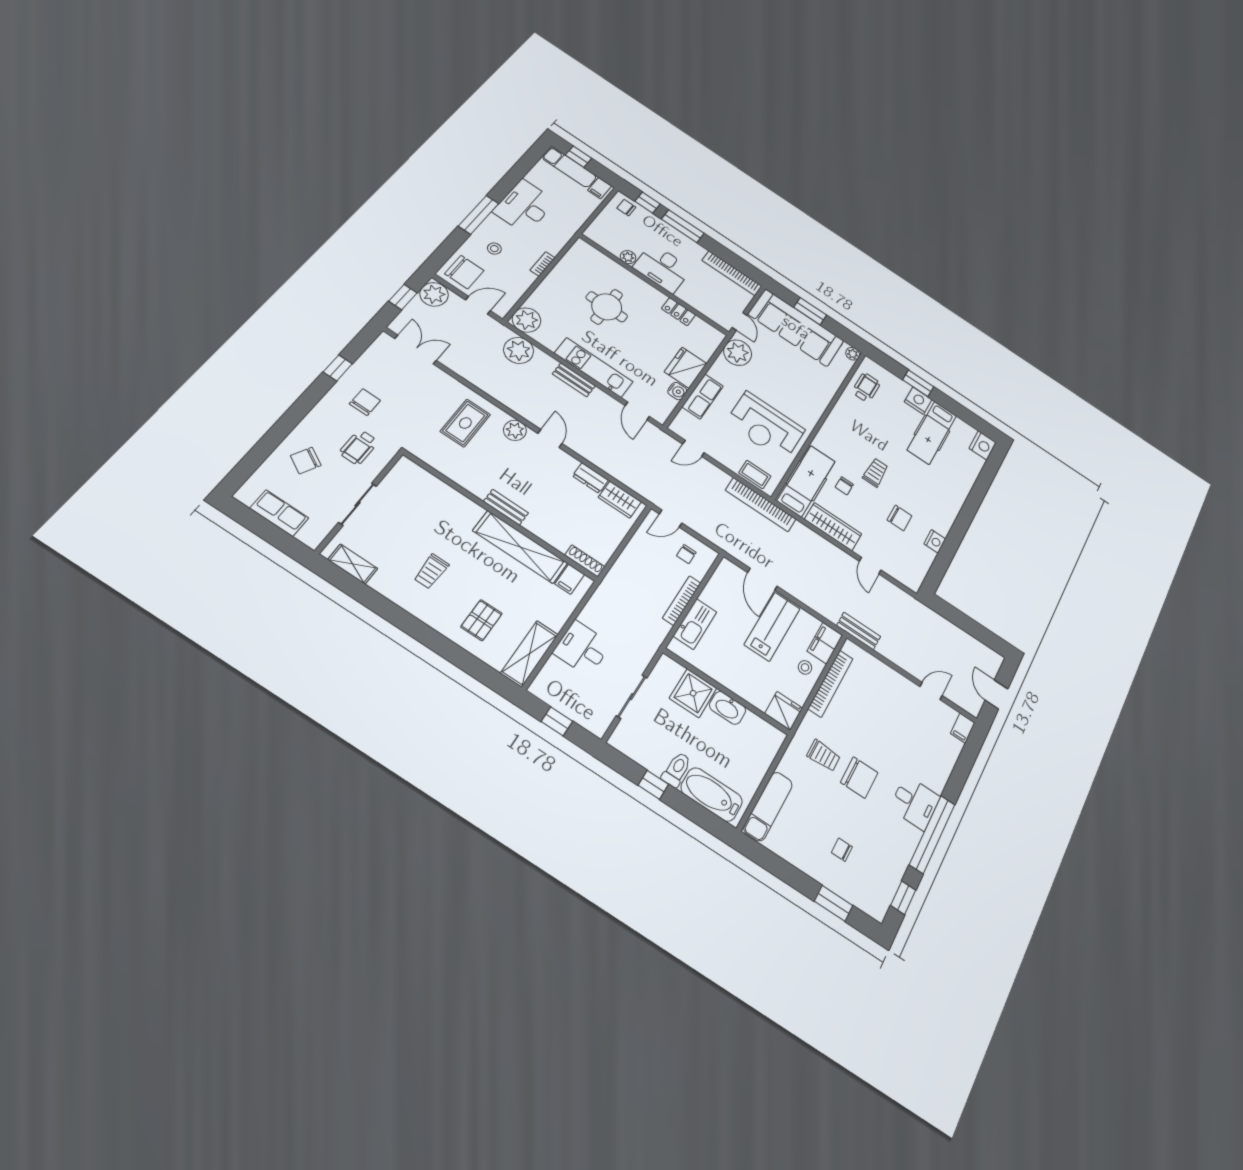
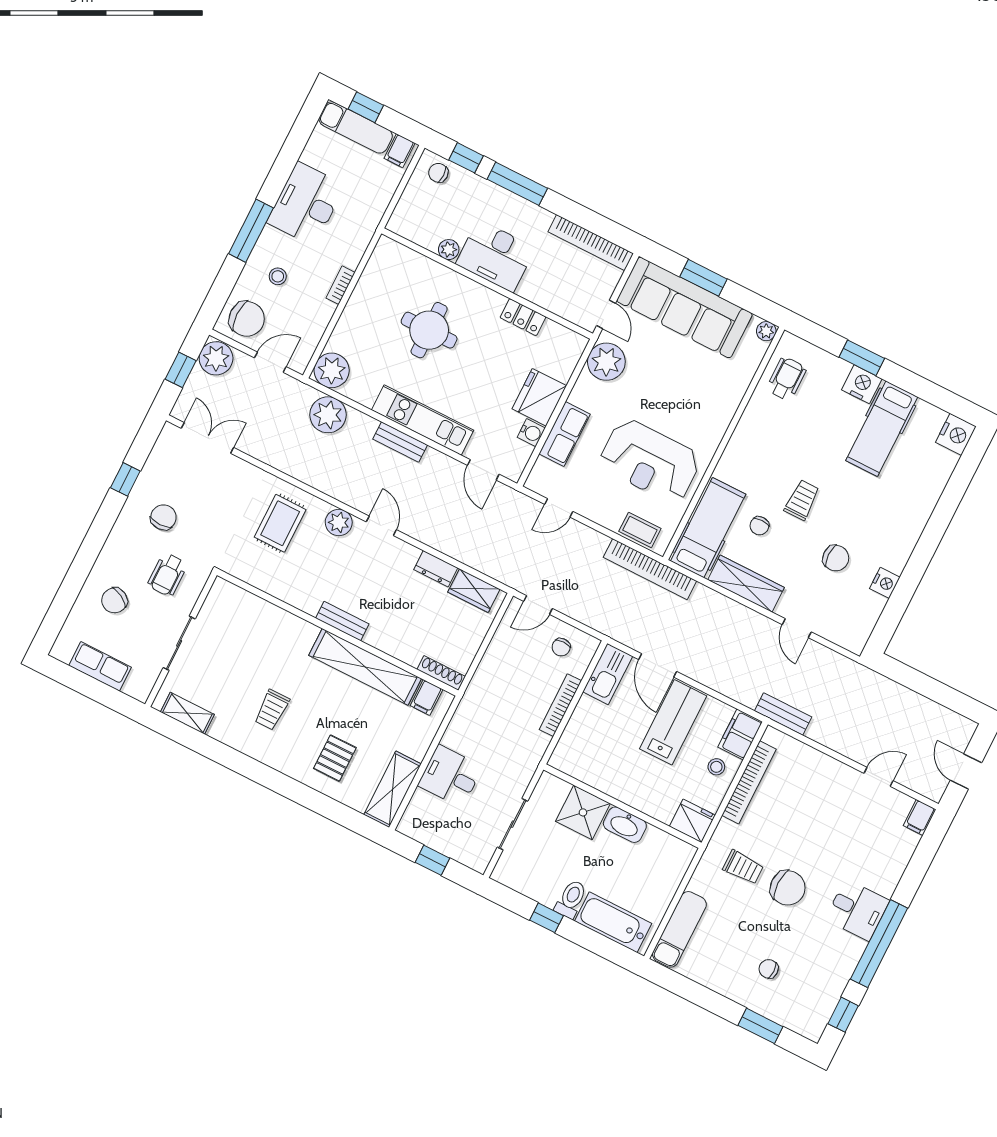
kitchen sink: (695, 624) -> (608, 674), moved

